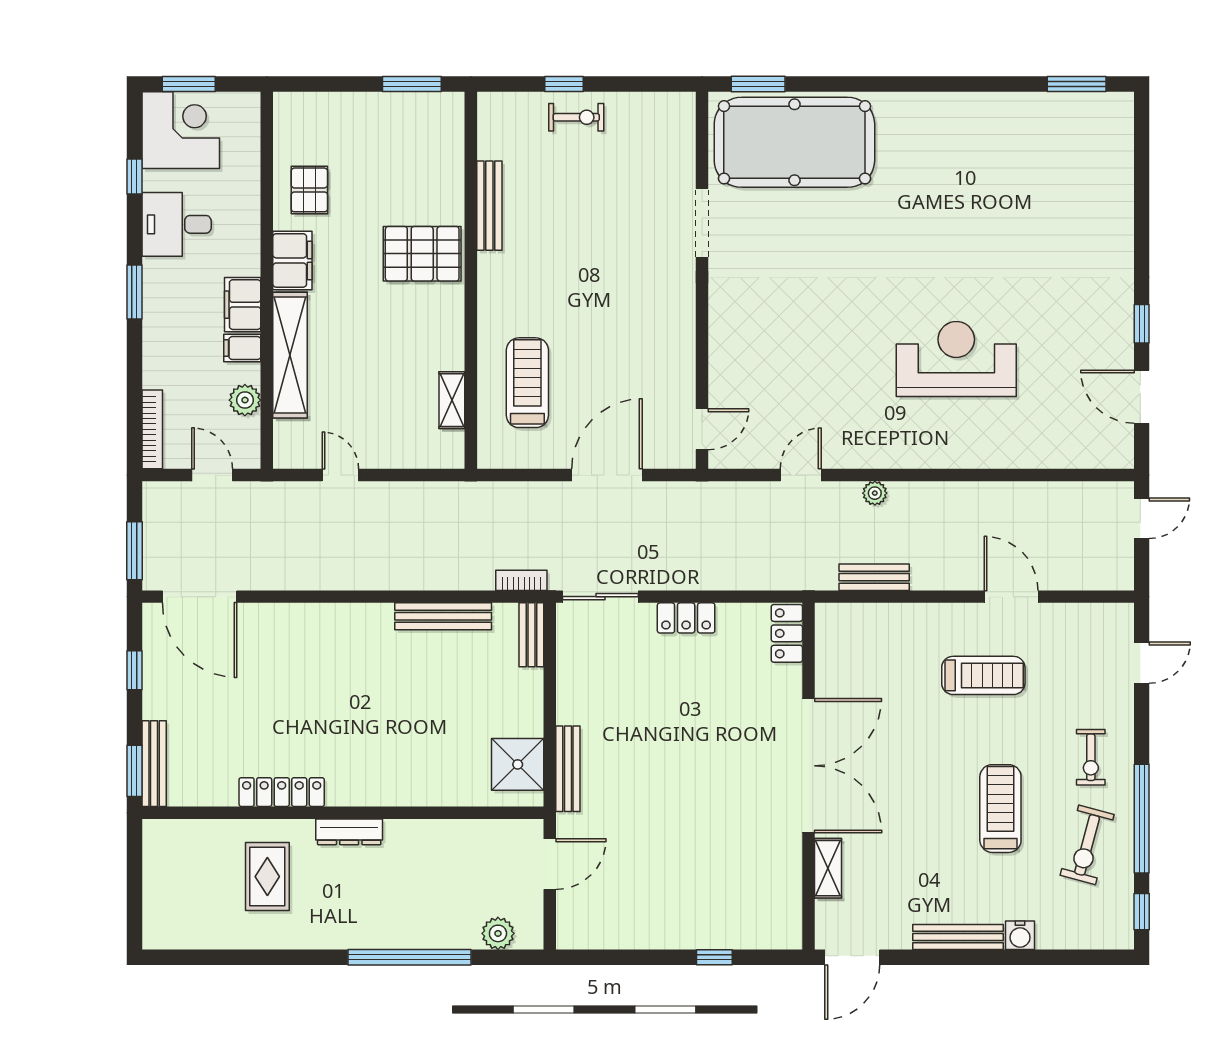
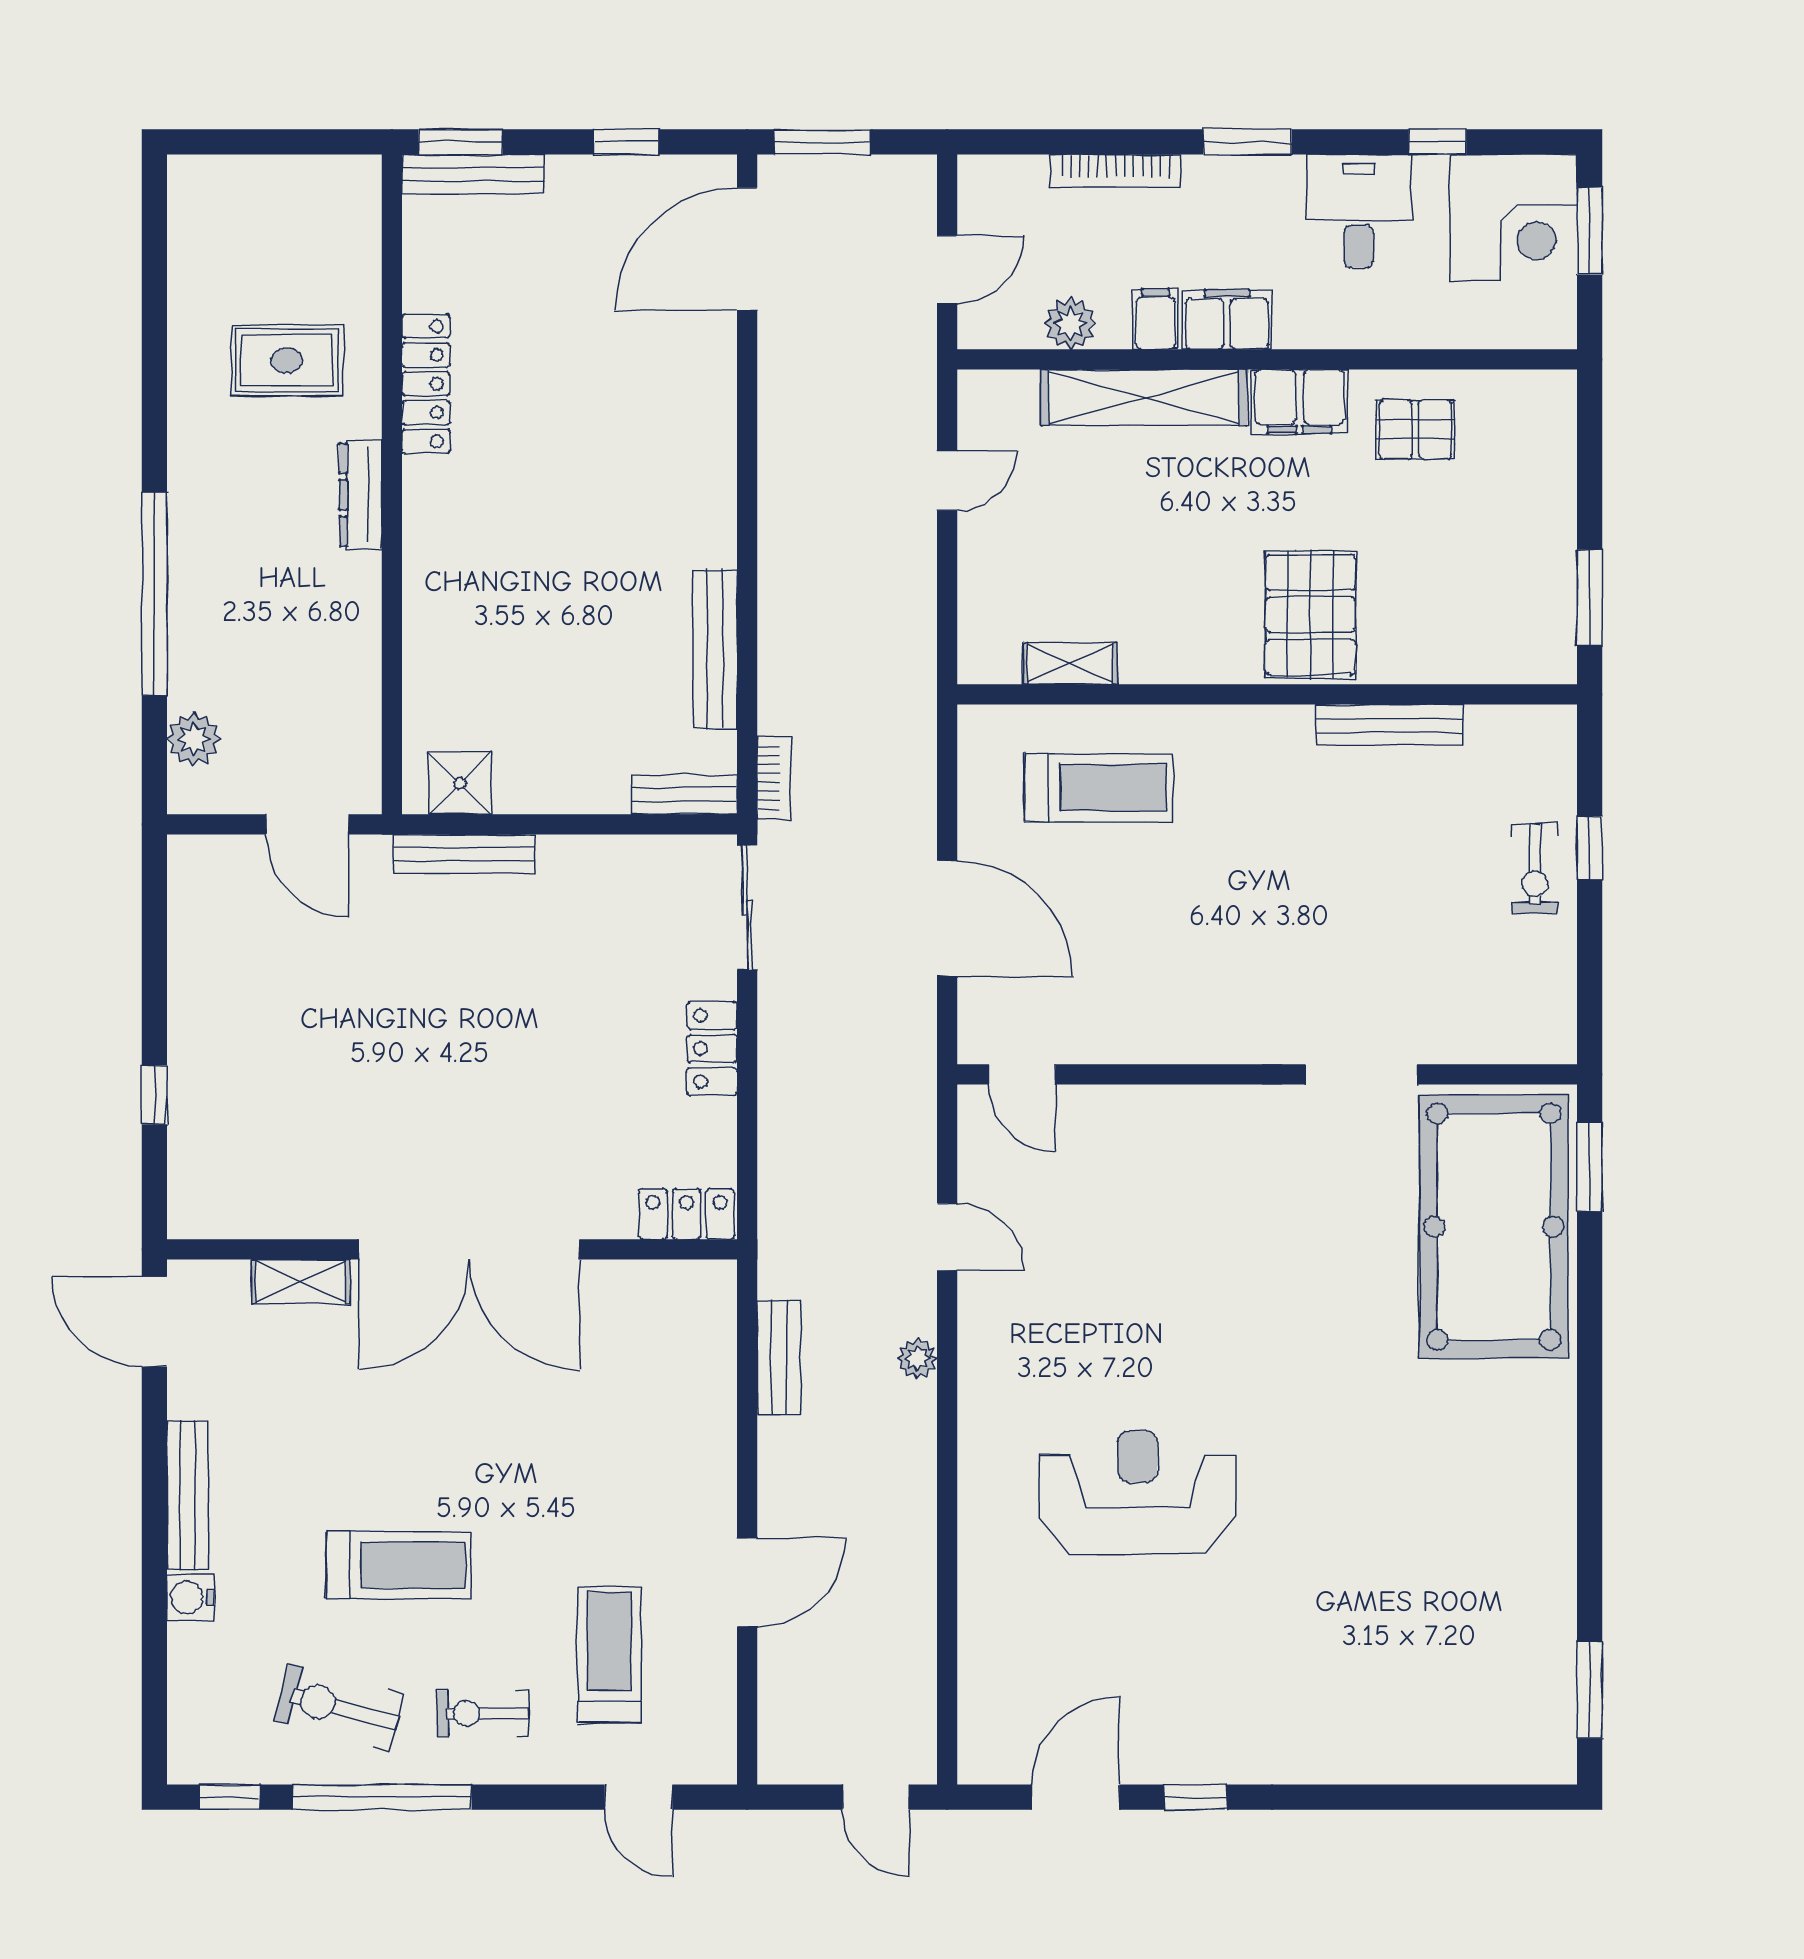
reception desk: (956, 359) -> (1138, 1493), turned -90
bookcase: (152, 429) -> (1115, 171), moved
treadmill: (983, 675) -> (609, 1655), moved, turned 180
shower: (518, 764) -> (460, 783), width x0.73, depth x0.73

